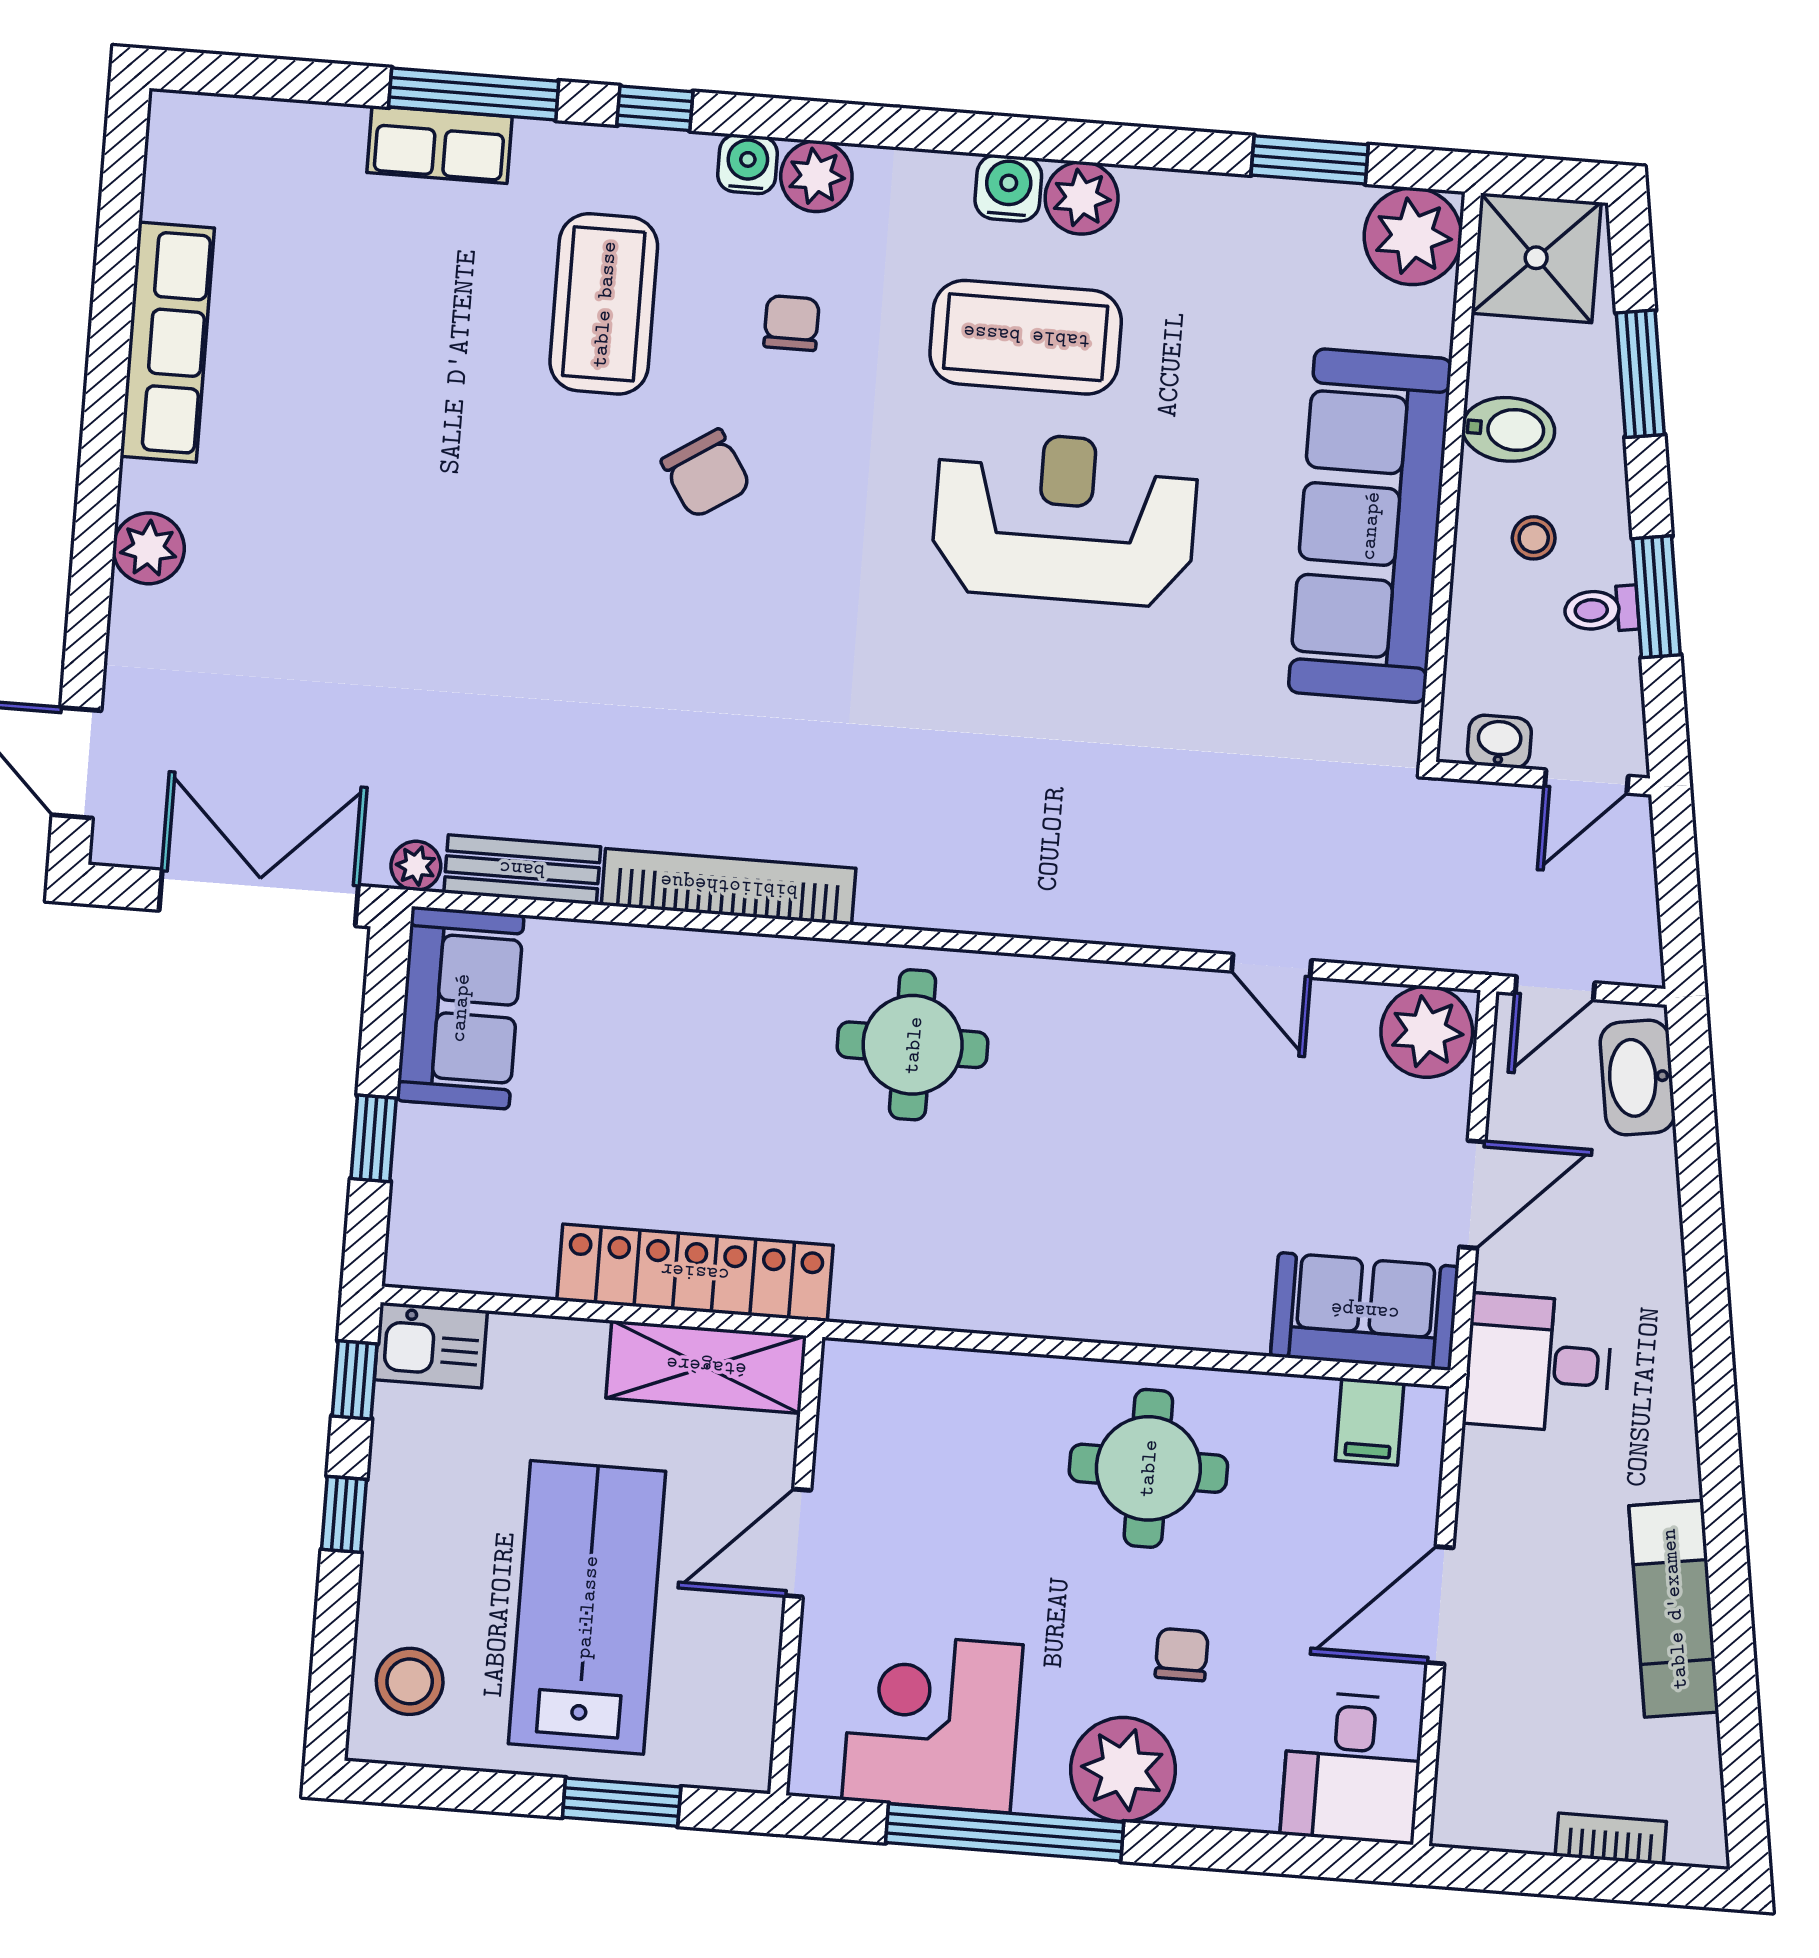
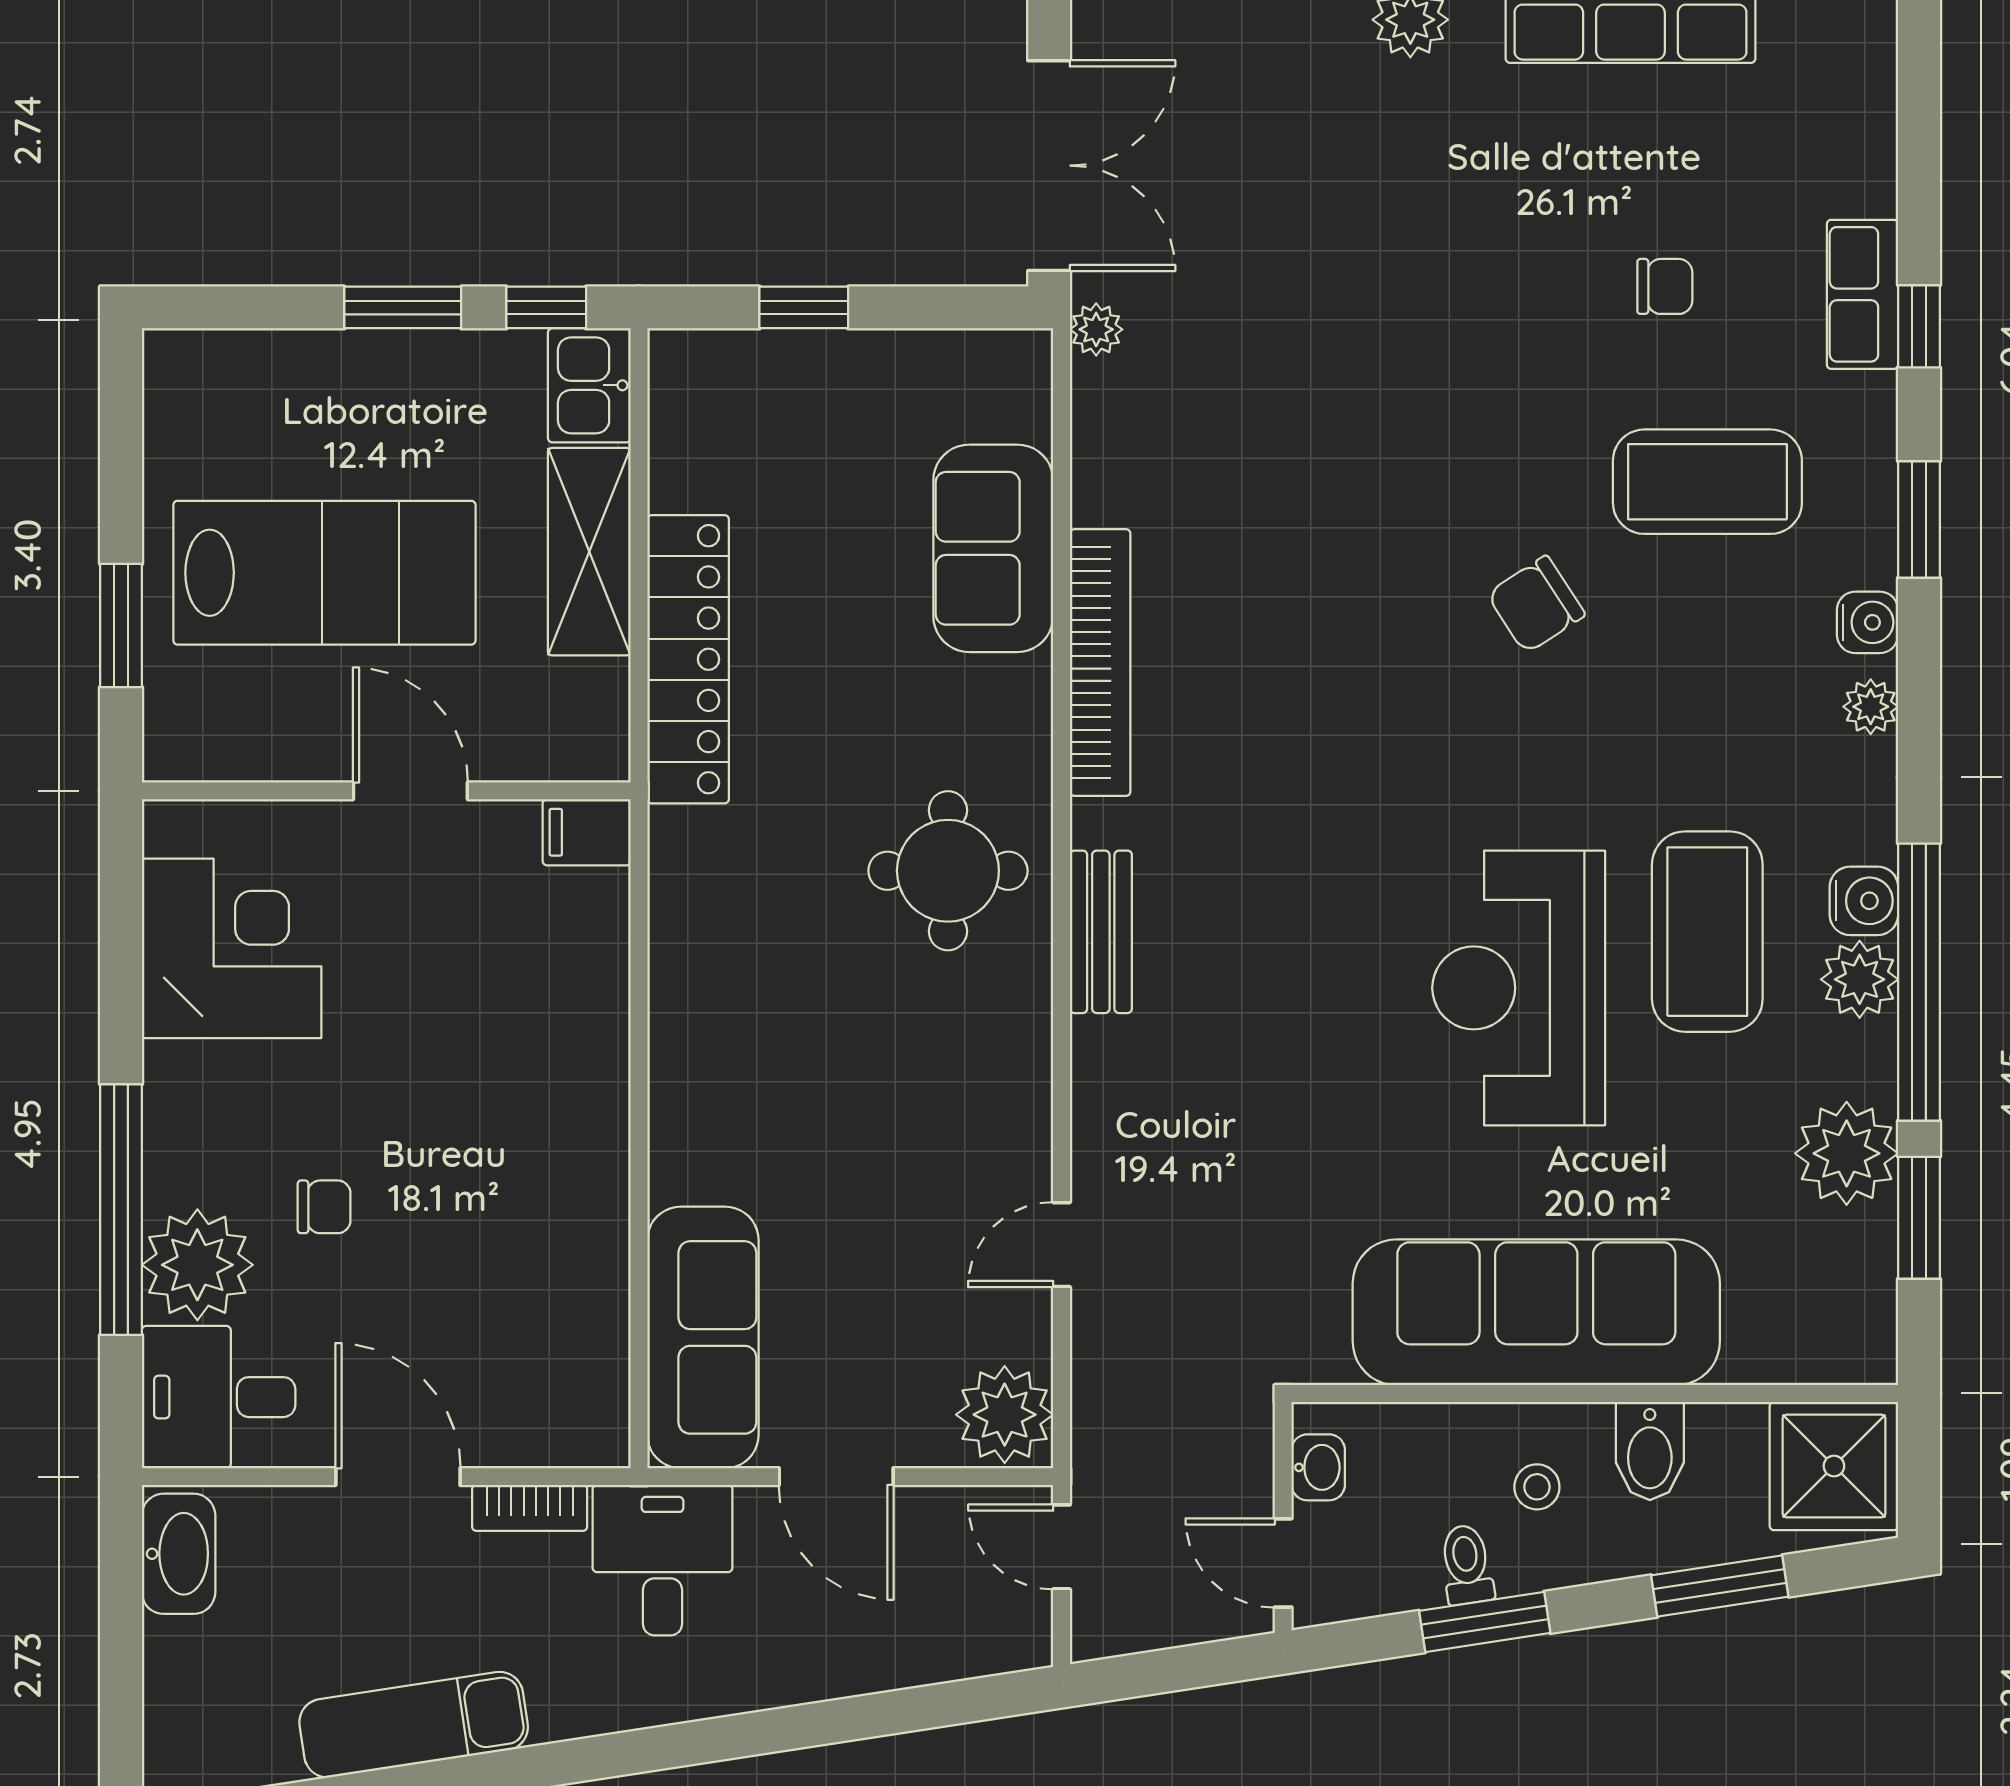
window: (474, 94) -> (1919, 326), width x0.46
window: (655, 108) -> (1919, 520), width x1.50
window: (1089, 142) -> (1919, 982), added
plant: (816, 176) -> (1871, 707), width x0.73, depth x0.73
plant: (1413, 236) -> (1847, 1153), moved
chair: (792, 323) -> (1665, 286), moved
reception desk: (1065, 518) -> (1519, 988), turned 180
bench: (522, 870) -> (1101, 932), moved
sofa: (460, 1008) -> (993, 548), moved, turned 90
washbasin: (1638, 1078) -> (179, 1554), moved, turned 99
sofa: (1365, 1312) -> (703, 1337), width x1.36
shelving: (706, 1367) -> (589, 552), moved
filing cabinet: (1370, 1422) -> (587, 832), moved
round table: (1148, 1468) -> (519, 1156), removed
window: (344, 1514) -> (403, 307), width x1.50
stool: (410, 1681) -> (231, 391), removed
plant: (1123, 1770) -> (197, 1265), moved
window: (1005, 1832) -> (121, 1210), moved
bookcase: (1611, 1839) -> (530, 1508), moved, turned 90

